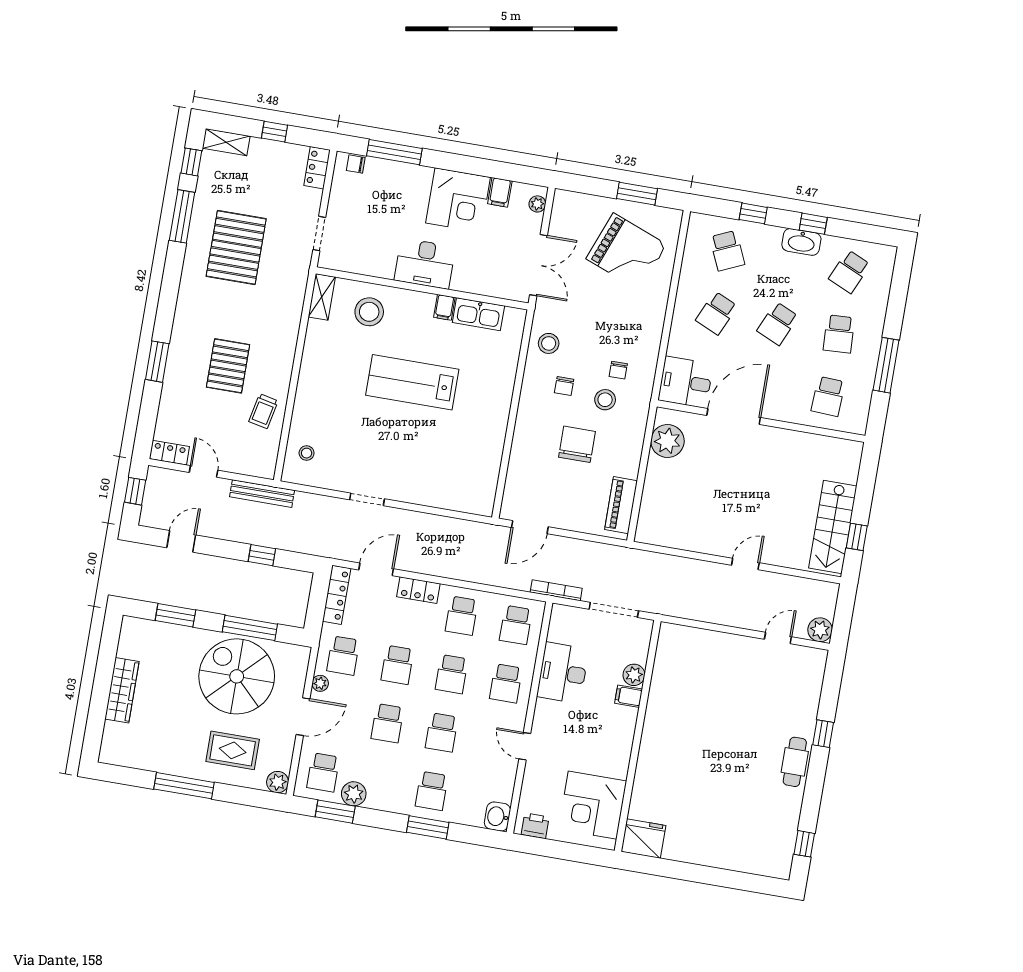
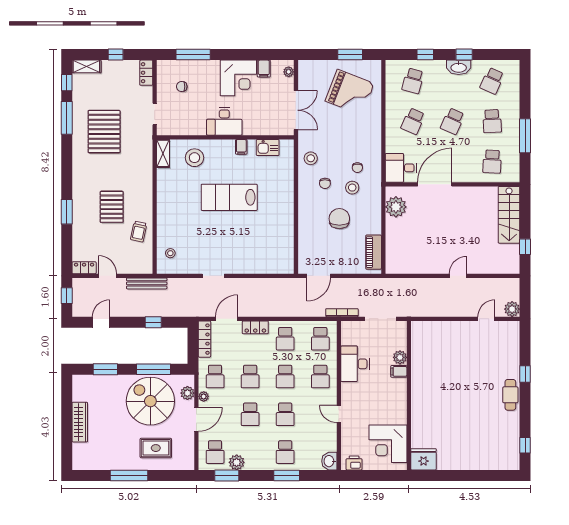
chair: (356, 164) -> (182, 87), moved
school desk: (727, 251) -> (413, 81), turned 39
kitchen sink: (478, 314) -> (268, 147), width x0.73
stairs: (833, 527) -> (509, 215), moved
plant: (278, 782) -> (187, 393), moved

